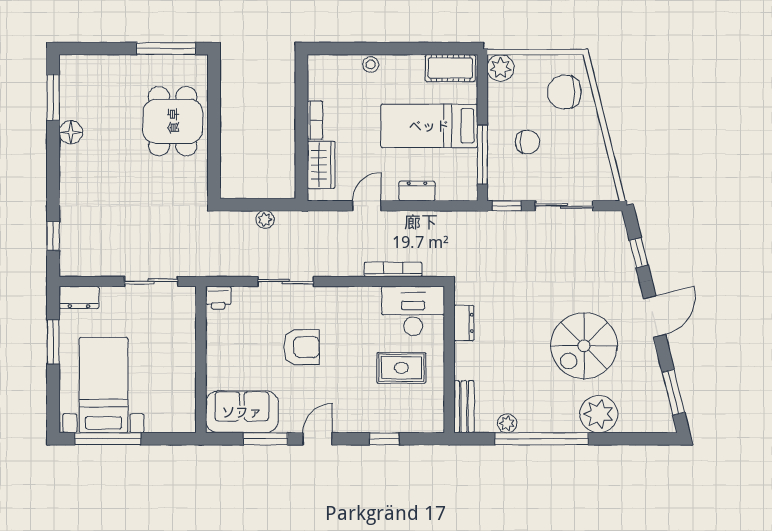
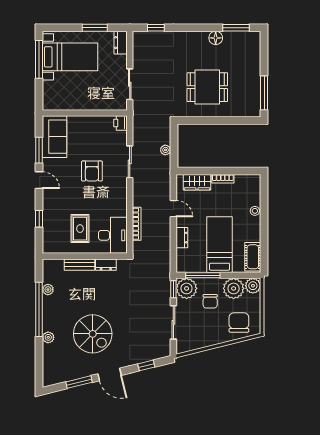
plant: (505, 101) -> (234, 288), added
dining table: (173, 121) -> (207, 87), moved
plant: (505, 183) -> (187, 288), added
spiral stairs: (584, 346) -> (93, 334), turned 180
window: (673, 392) -> (79, 382), moved
bench: (464, 407) -> (79, 265), moved
plant: (599, 414) -> (48, 337), width x0.53, depth x0.53

